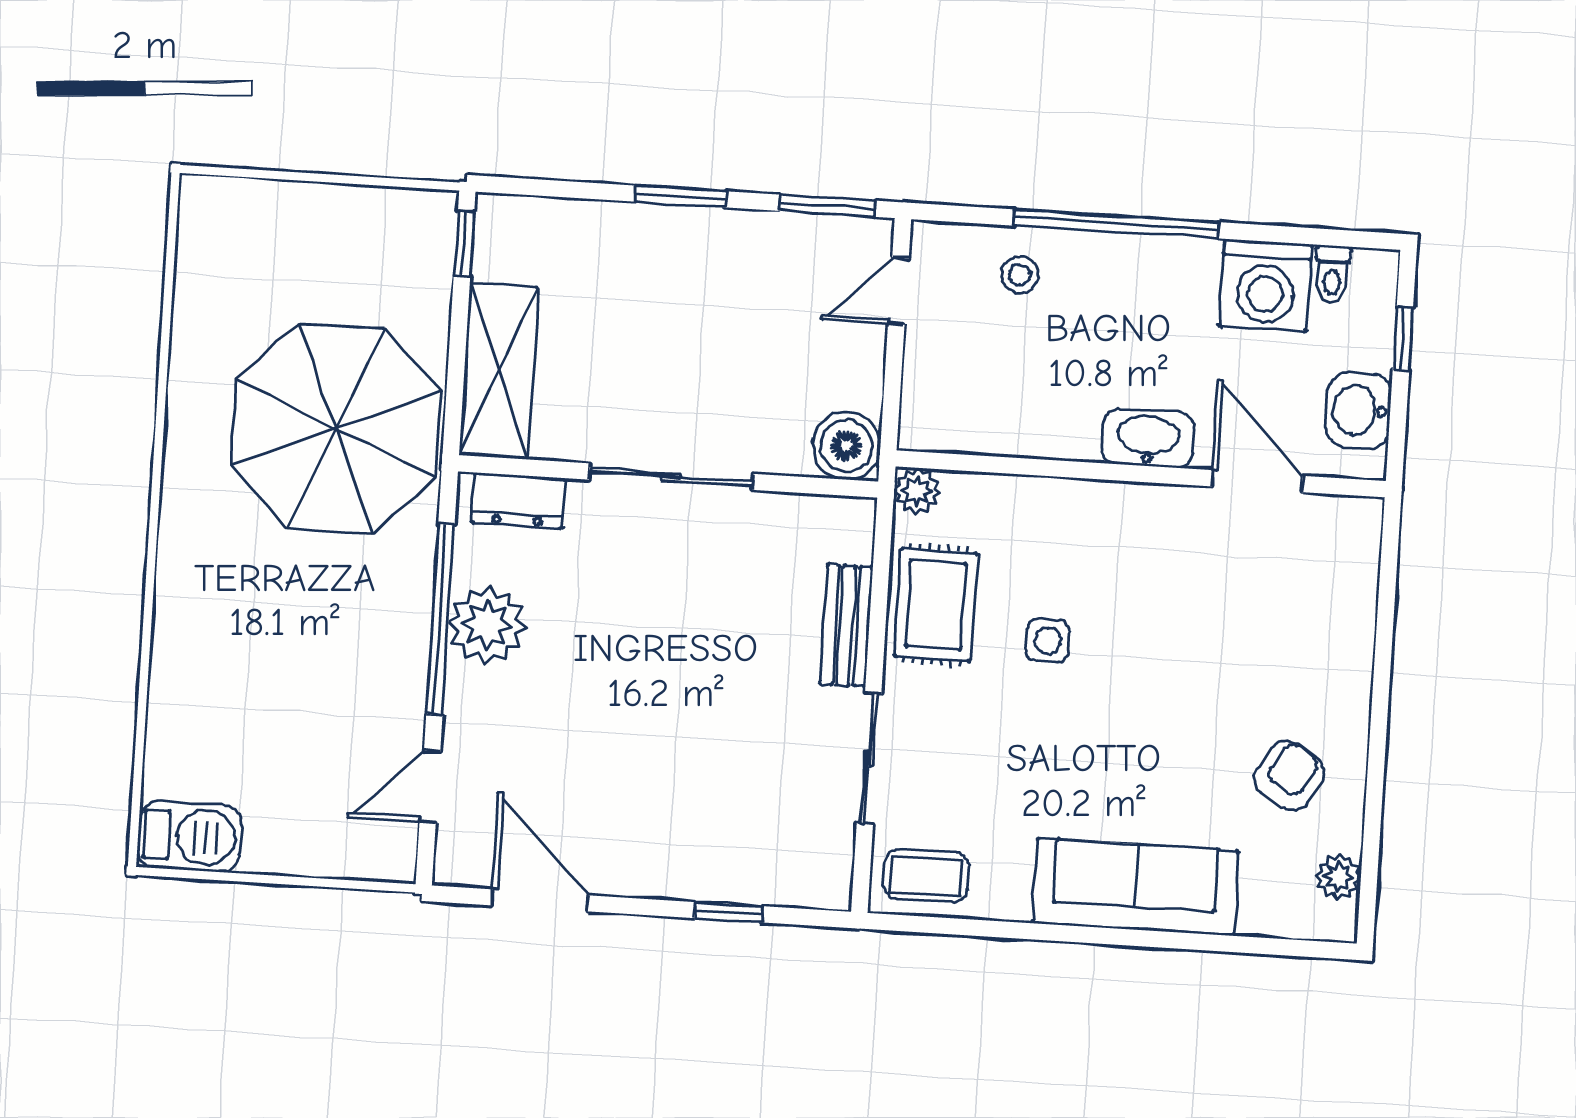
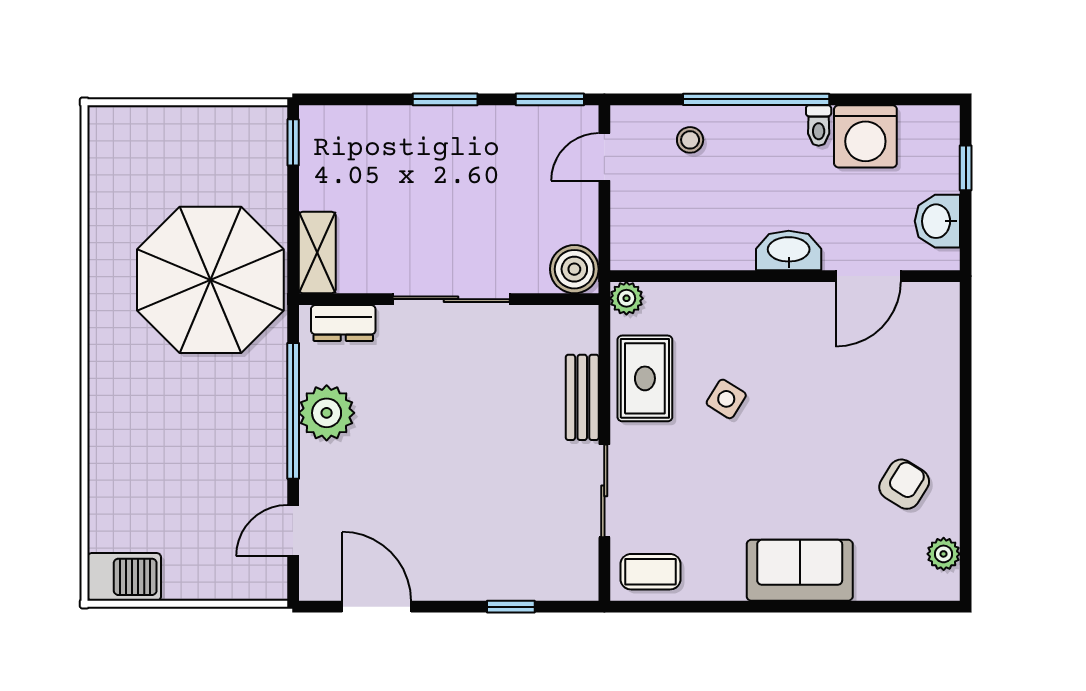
toilet: (1332, 274) -> (819, 126), moved
shelving: (499, 371) -> (317, 252), width x0.67, depth x0.75
door: (1257, 481) -> (868, 276), swing flipped
side table: (1048, 641) -> (726, 399), turned 32
sofa: (1135, 887) -> (800, 570), width x0.73

